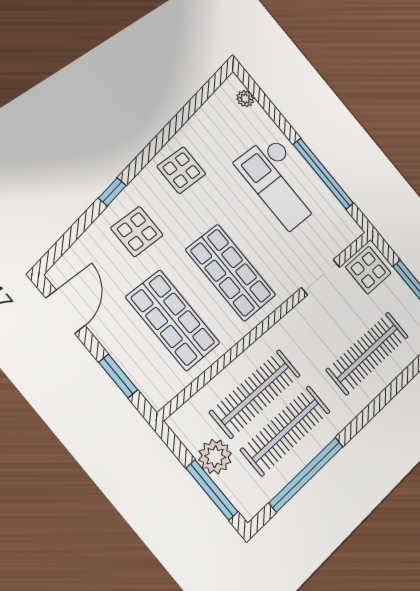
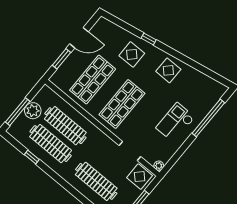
plant: (245, 99) -> (159, 166), moved
window: (323, 174) -> (208, 118), moved
checkout: (281, 182) -> (175, 122), width x0.73, depth x0.83
door: (65, 312) -> (79, 38), moved
window: (306, 474) -> (32, 157), width x0.32

